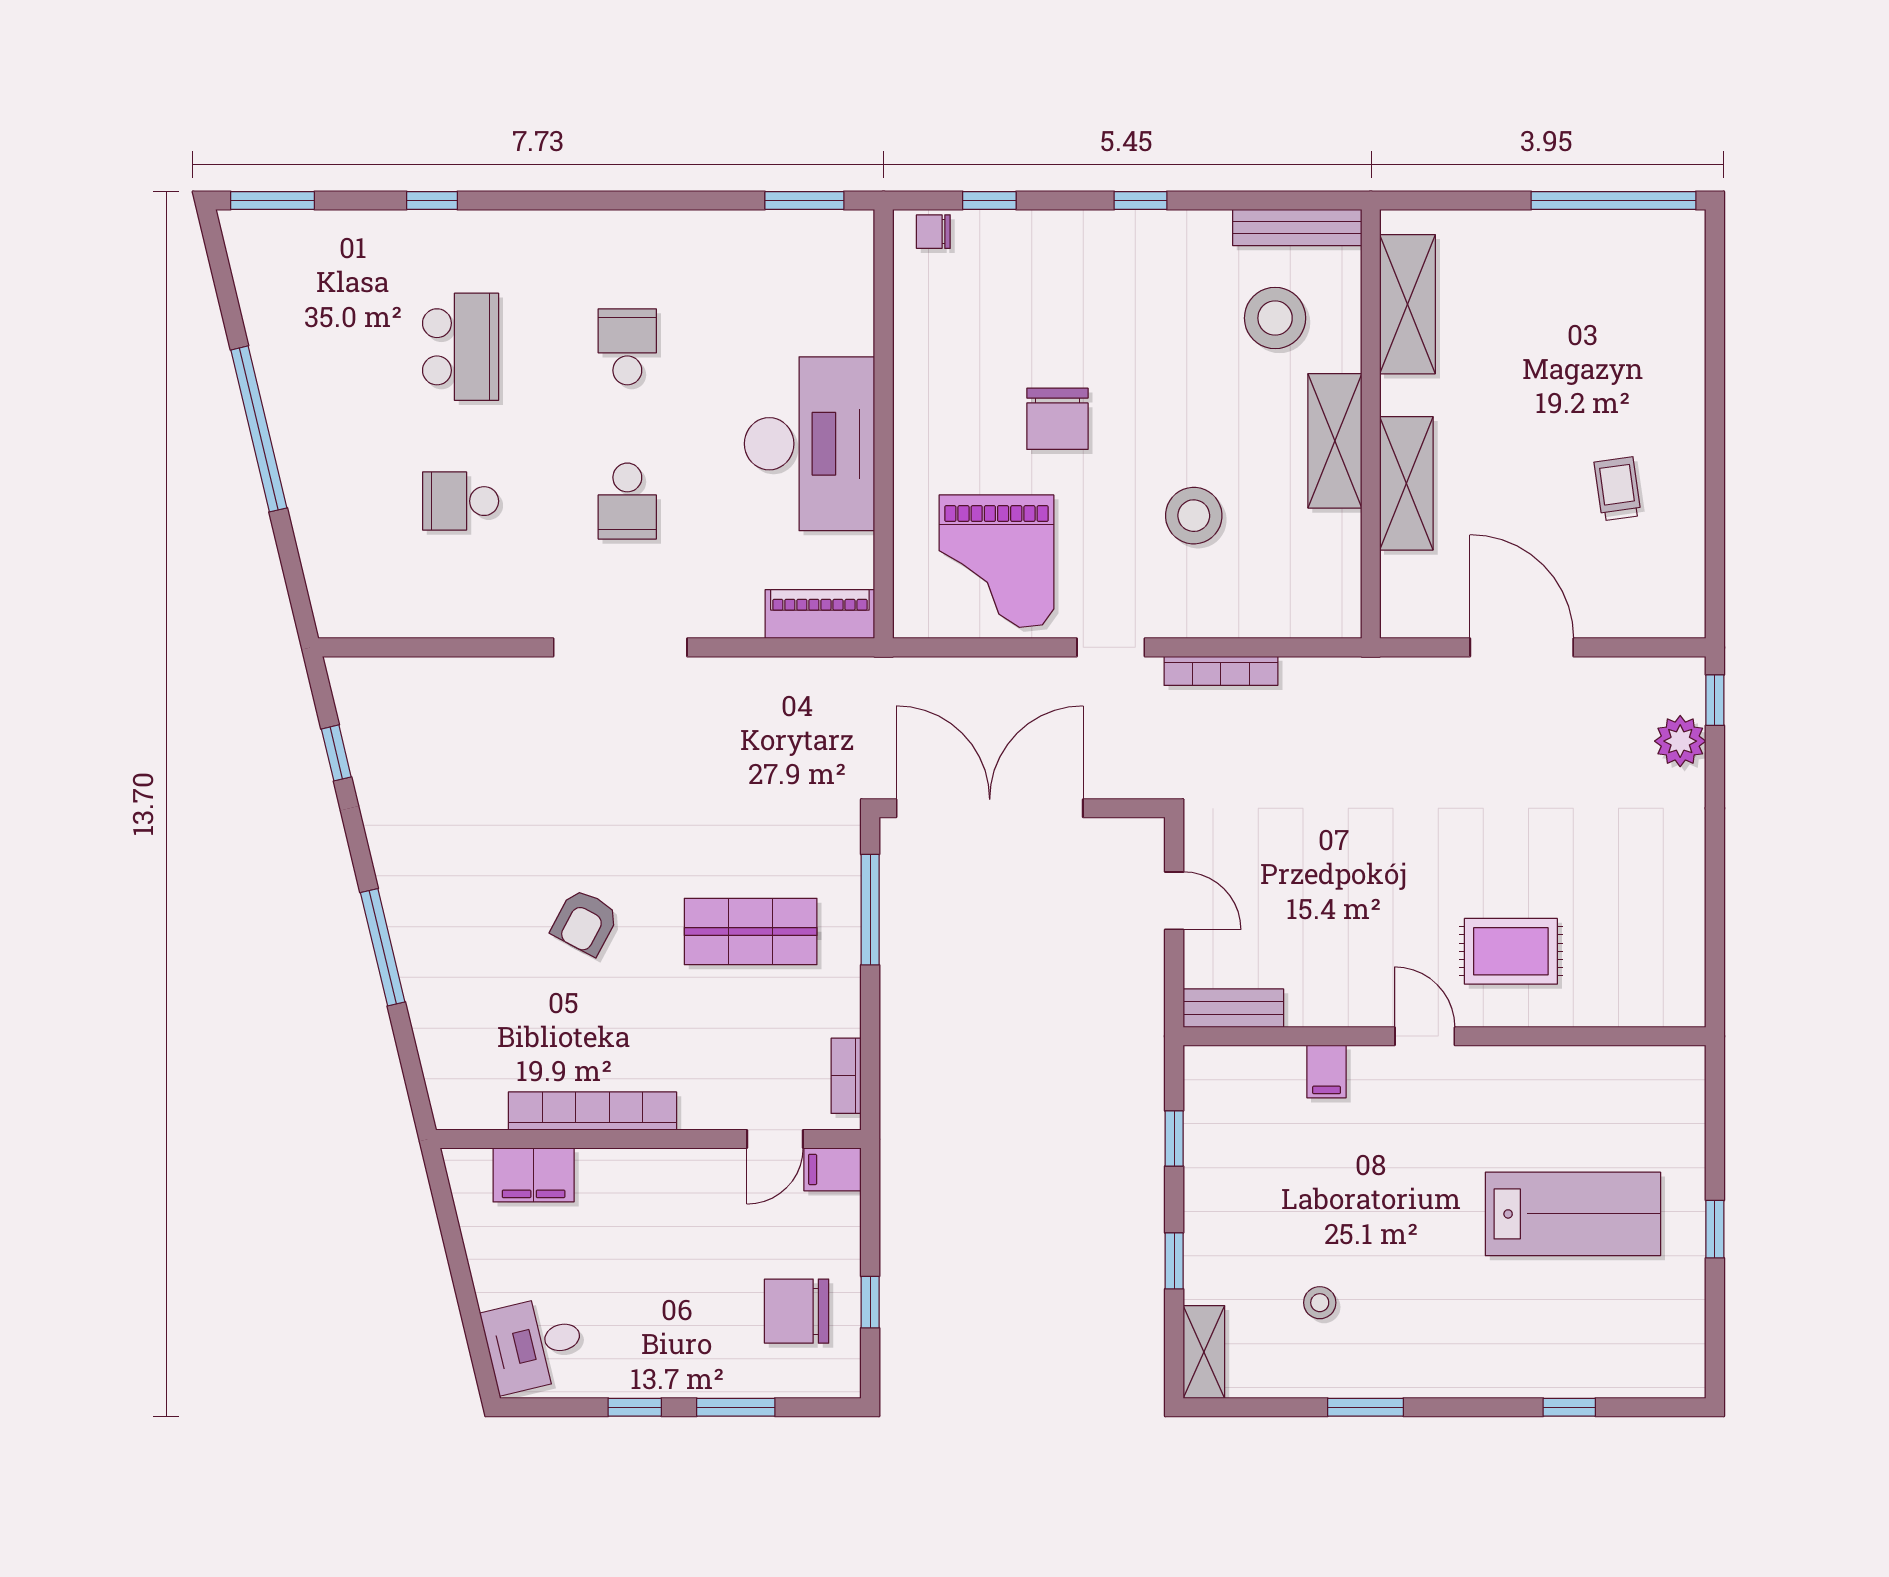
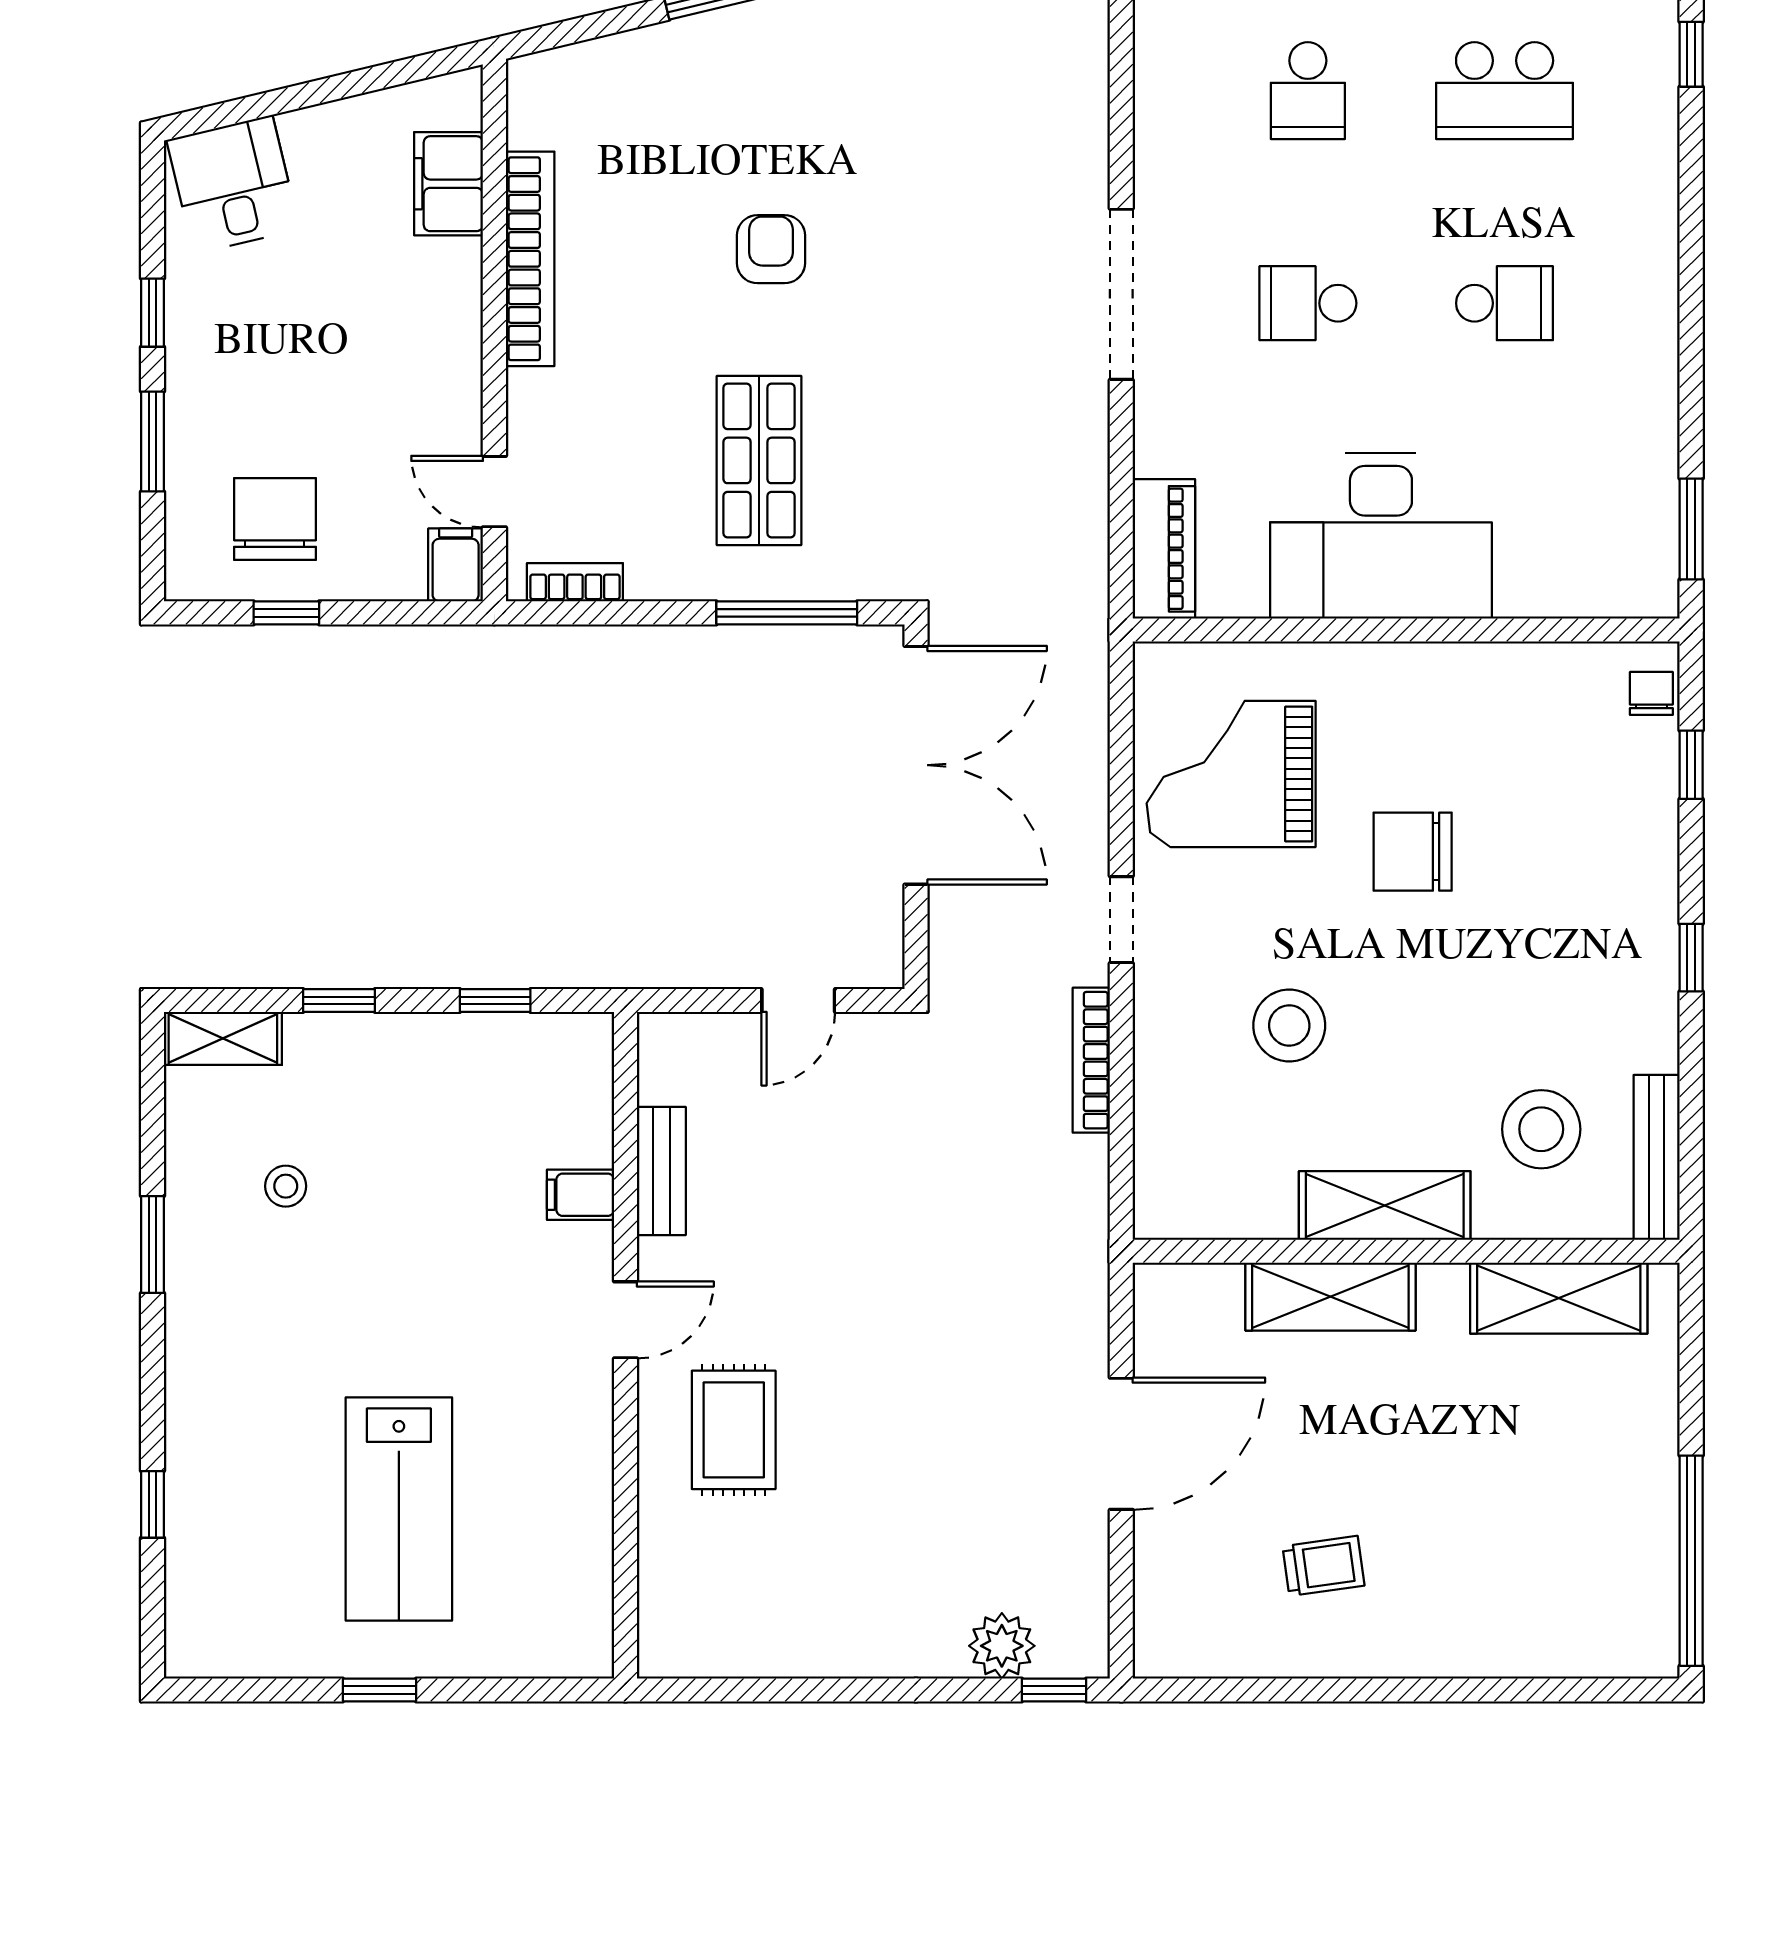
school desk: (461, 501) -> (1308, 91), turned 180
armchair: (585, 922) -> (771, 249), turned 62
bench: (1233, 1008) -> (661, 1171), moved

